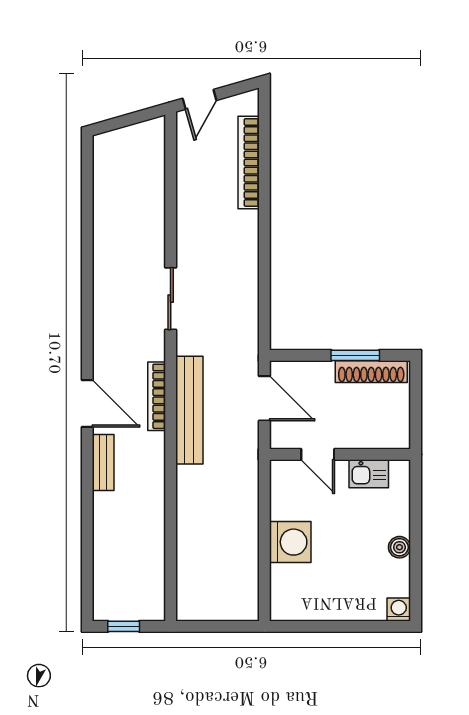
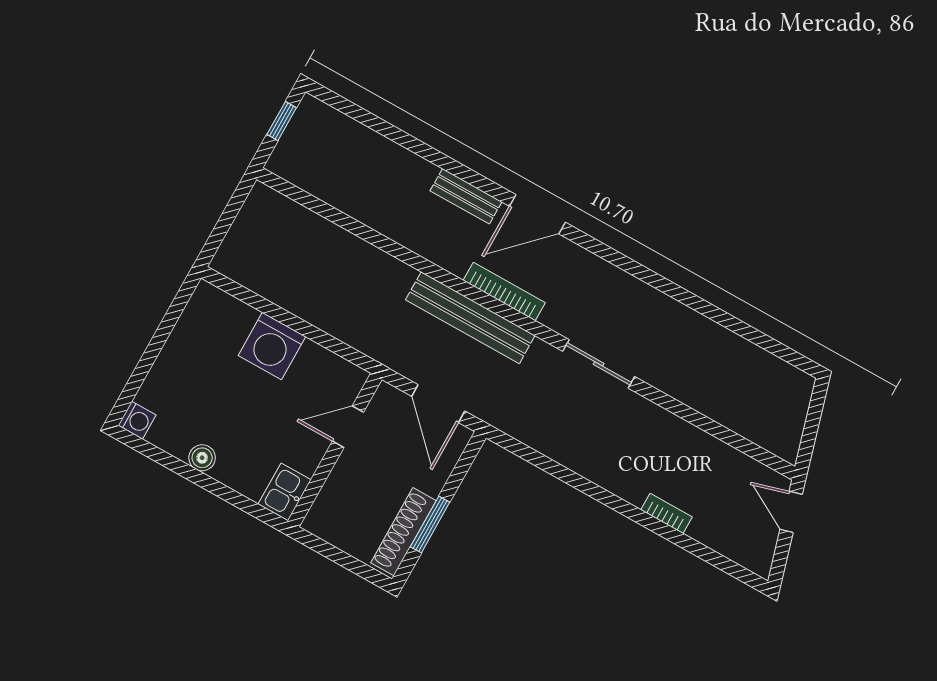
bookcase: (249, 163) -> (666, 513), width x0.43, depth x0.76
door: (264, 398) -> (438, 404), hinge flipped
kitchen sink: (369, 474) -> (285, 492), moved

